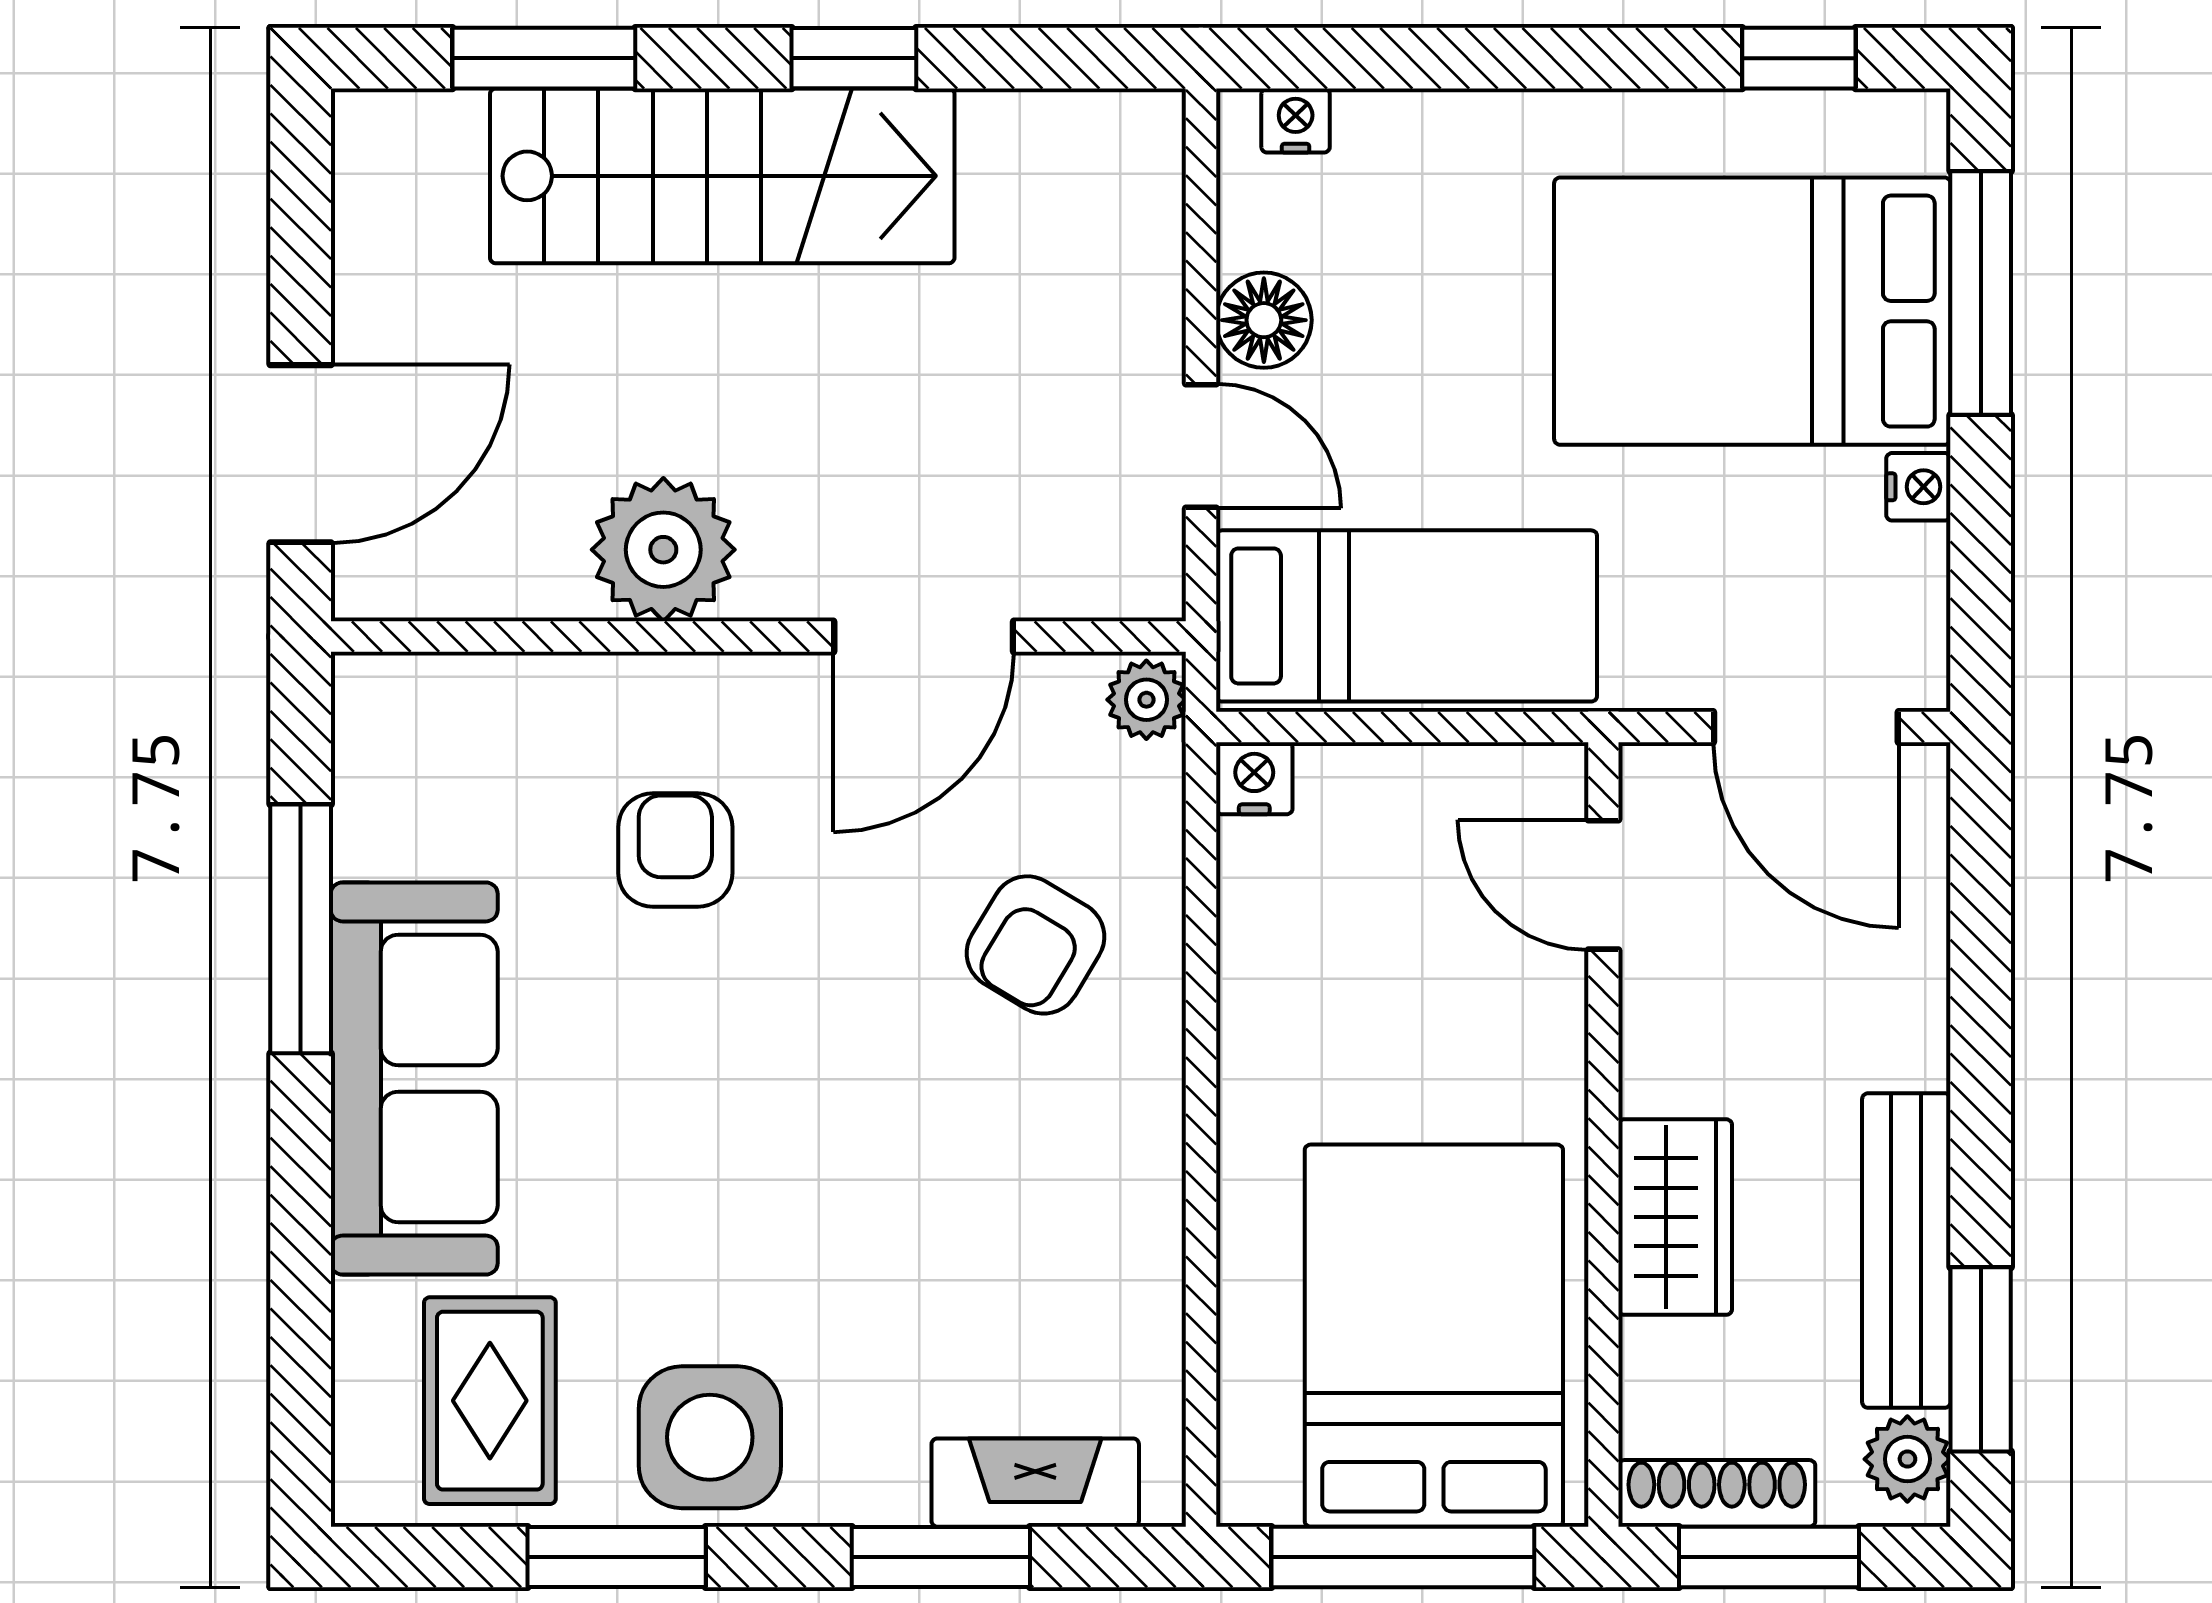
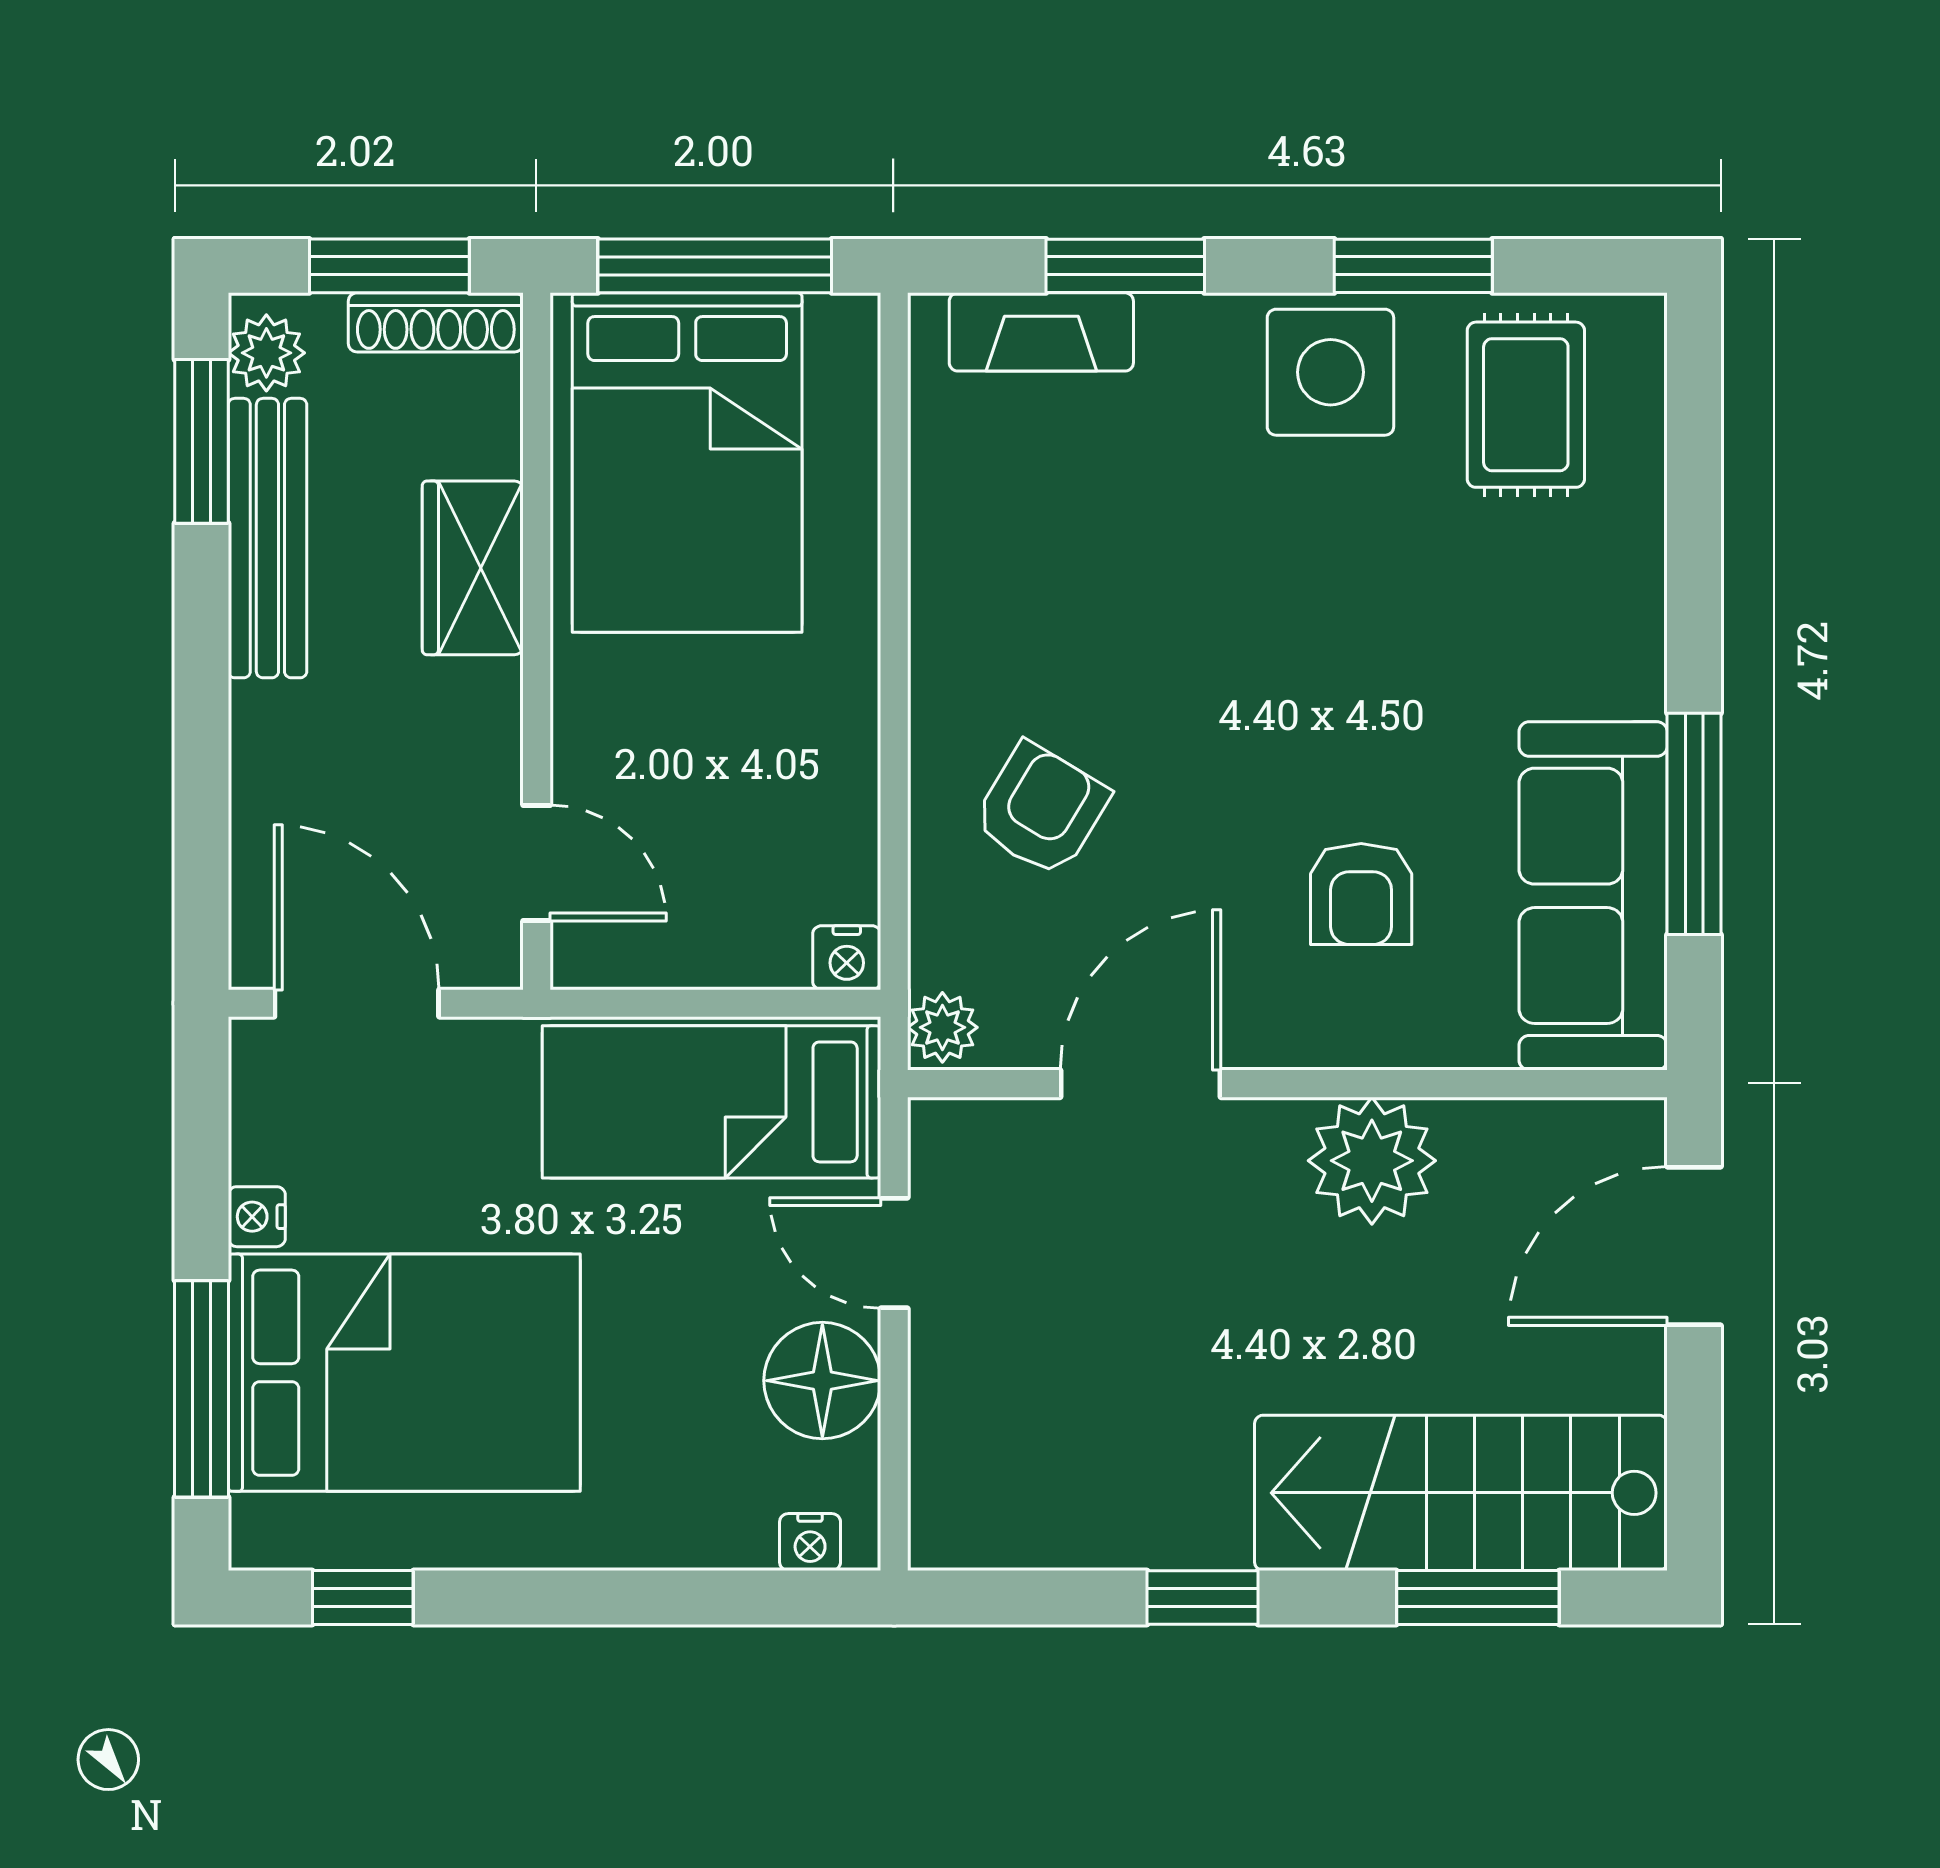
stairs: (722, 176) -> (1461, 1493), moved
floor lamp: (1264, 320) -> (822, 1381), width x1.38, depth x1.38
sofa: (414, 1078) -> (1593, 896), moved

